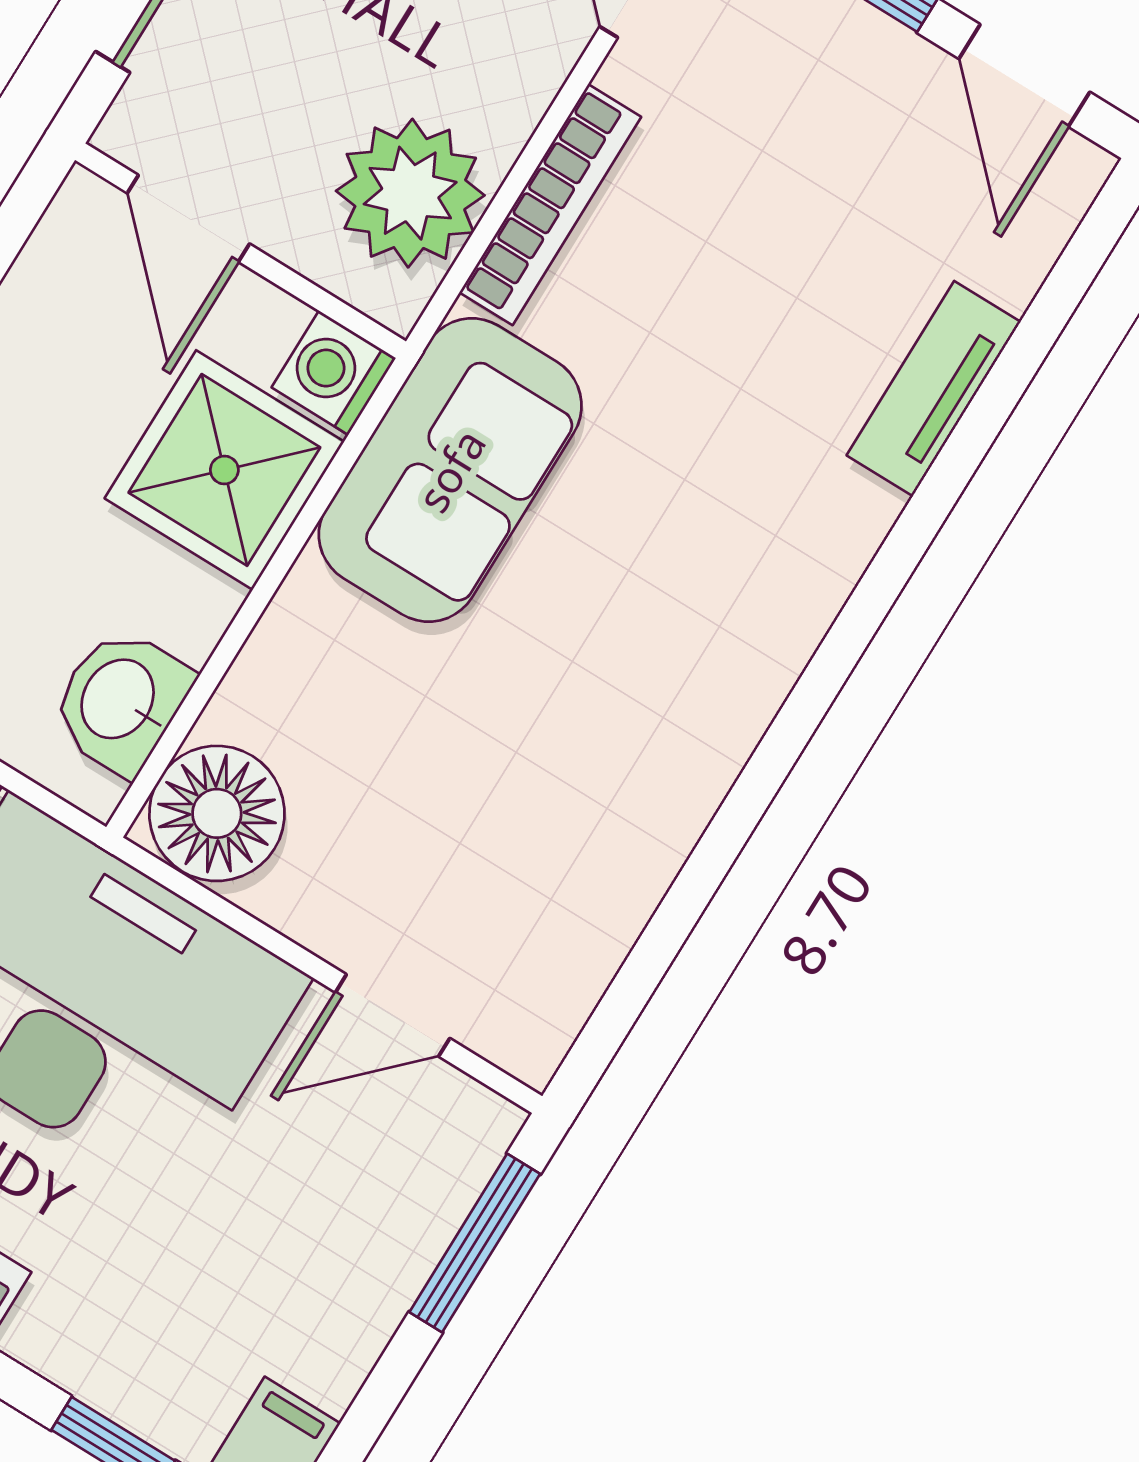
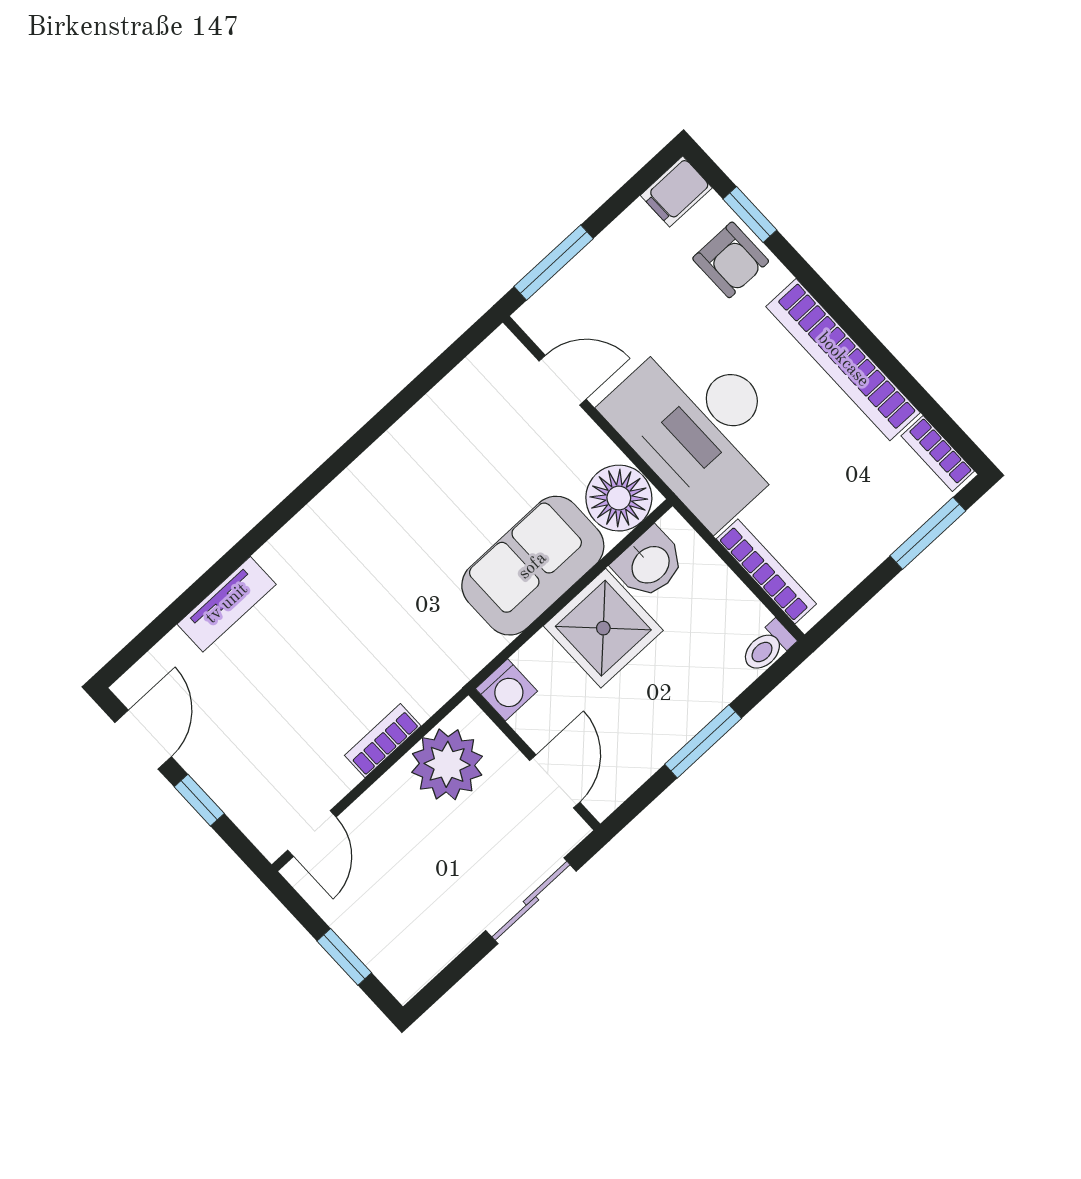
bookcase: (550, 205) -> (383, 741), width x0.64
shower: (224, 470) -> (603, 628), moved
sofa: (450, 470) -> (533, 566), moved
armchair: (126, 1345) -> (731, 260), added

